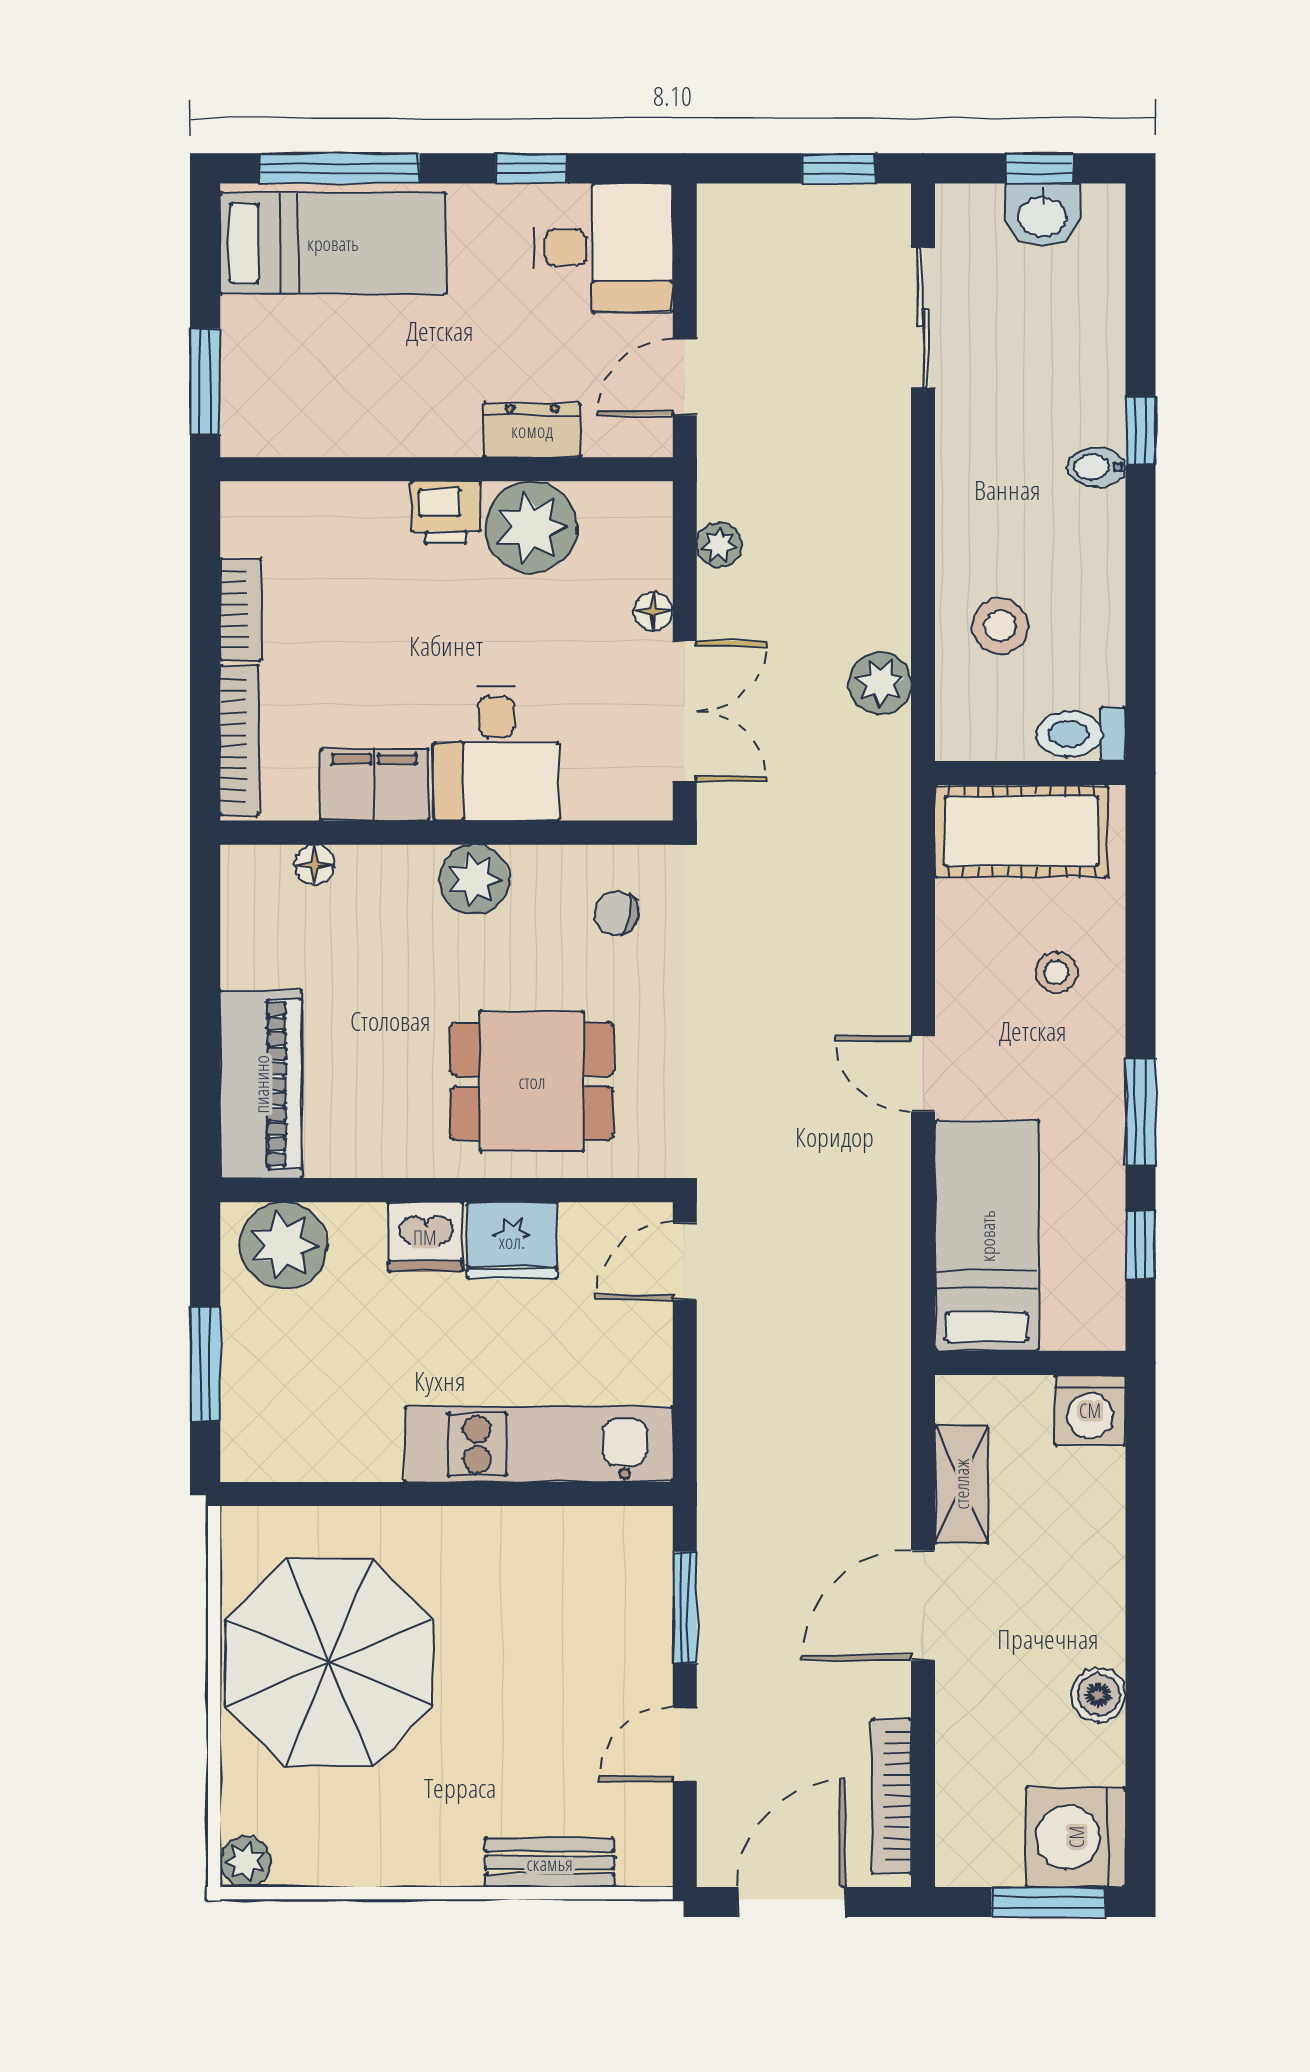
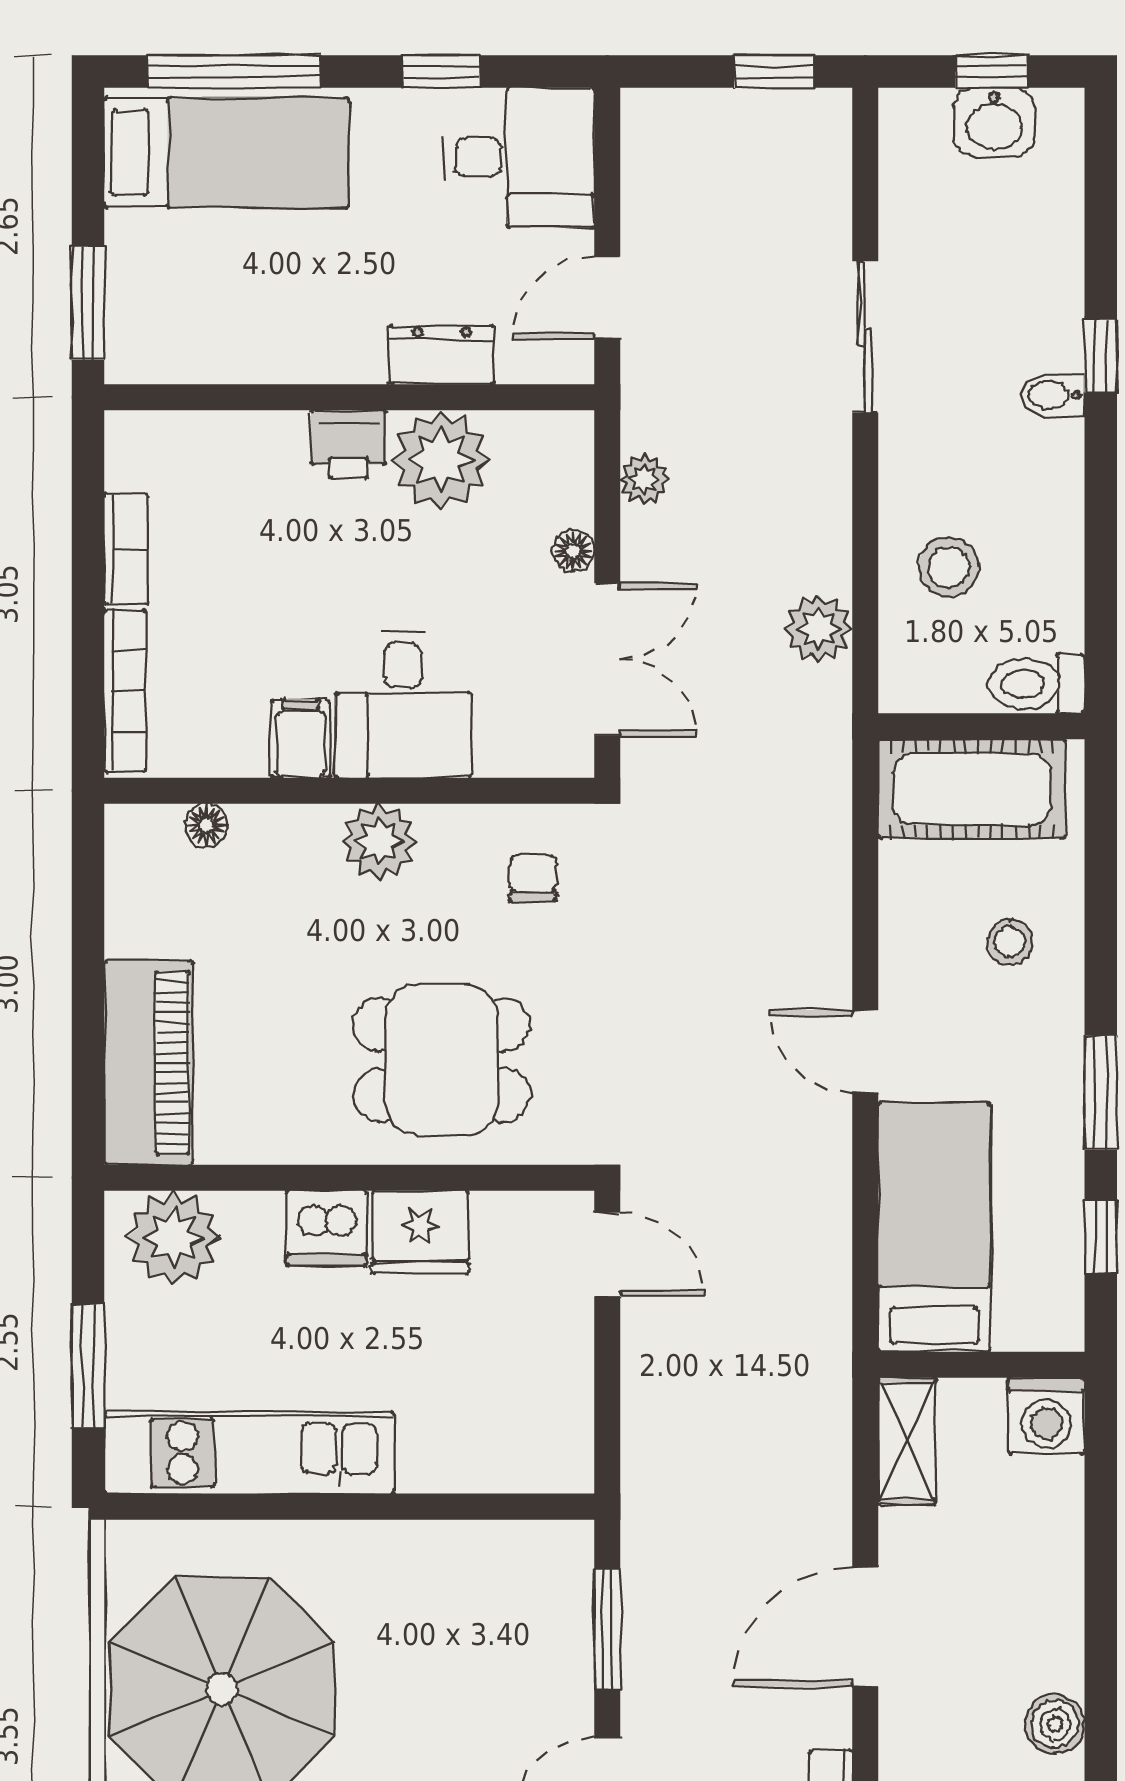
sliding door: (923, 318) -> (865, 337), moved
filing cabinet: (375, 785) -> (301, 739), width x0.50
chair: (616, 913) -> (533, 878), turned 79
door: (685, 1261) -> (607, 1255), swing flipped
kitchen unit: (539, 1444) -> (249, 1453), moved
shelving: (961, 1484) -> (907, 1441), moved

